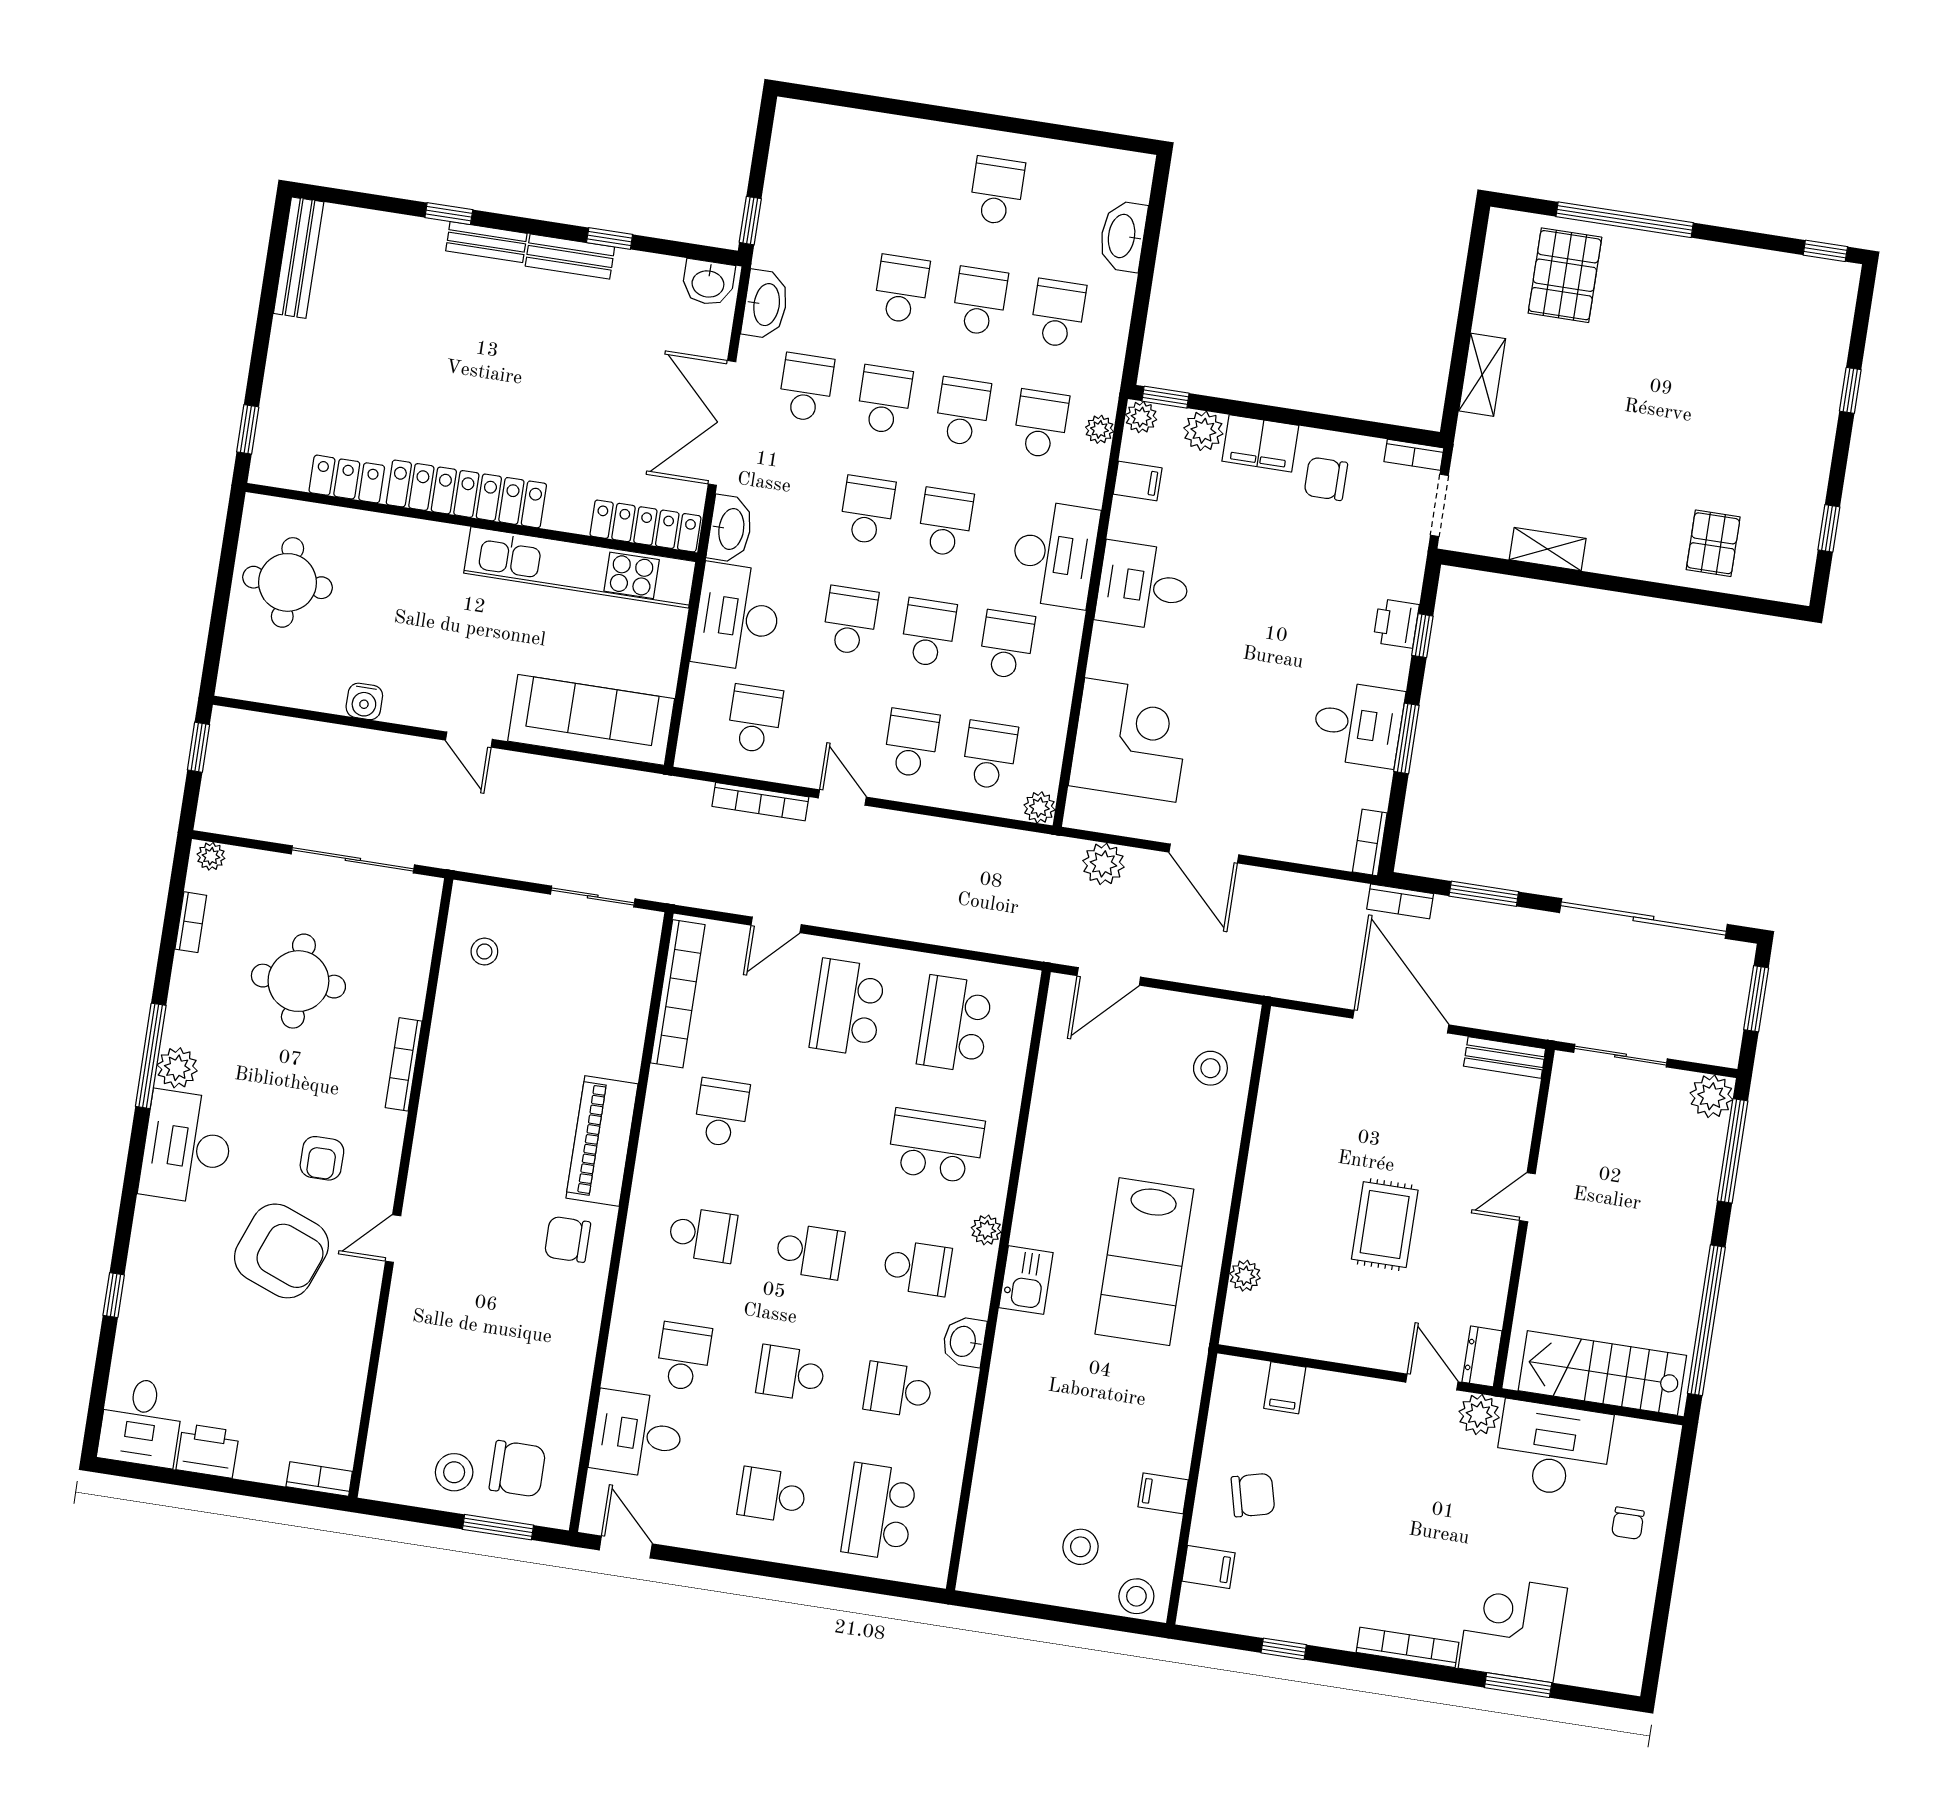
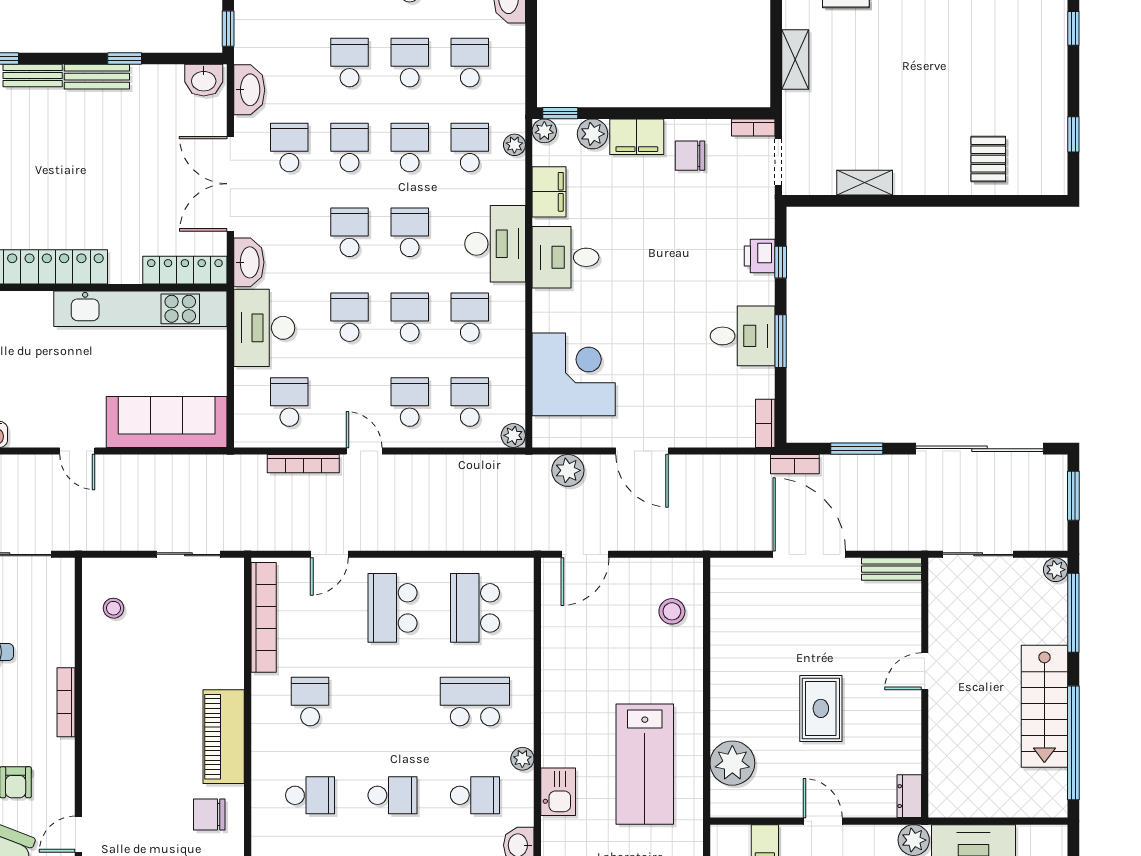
filing cabinet: (1138, 481) -> (549, 192), width x2.00
plant: (1711, 1096) -> (1056, 570), width x0.73, depth x0.73
plant: (1245, 1276) -> (732, 763), width x1.88, depth x1.88
stairs: (1602, 1373) -> (1044, 706), moved, turned -90
door: (1432, 1382) -> (823, 821), moved

